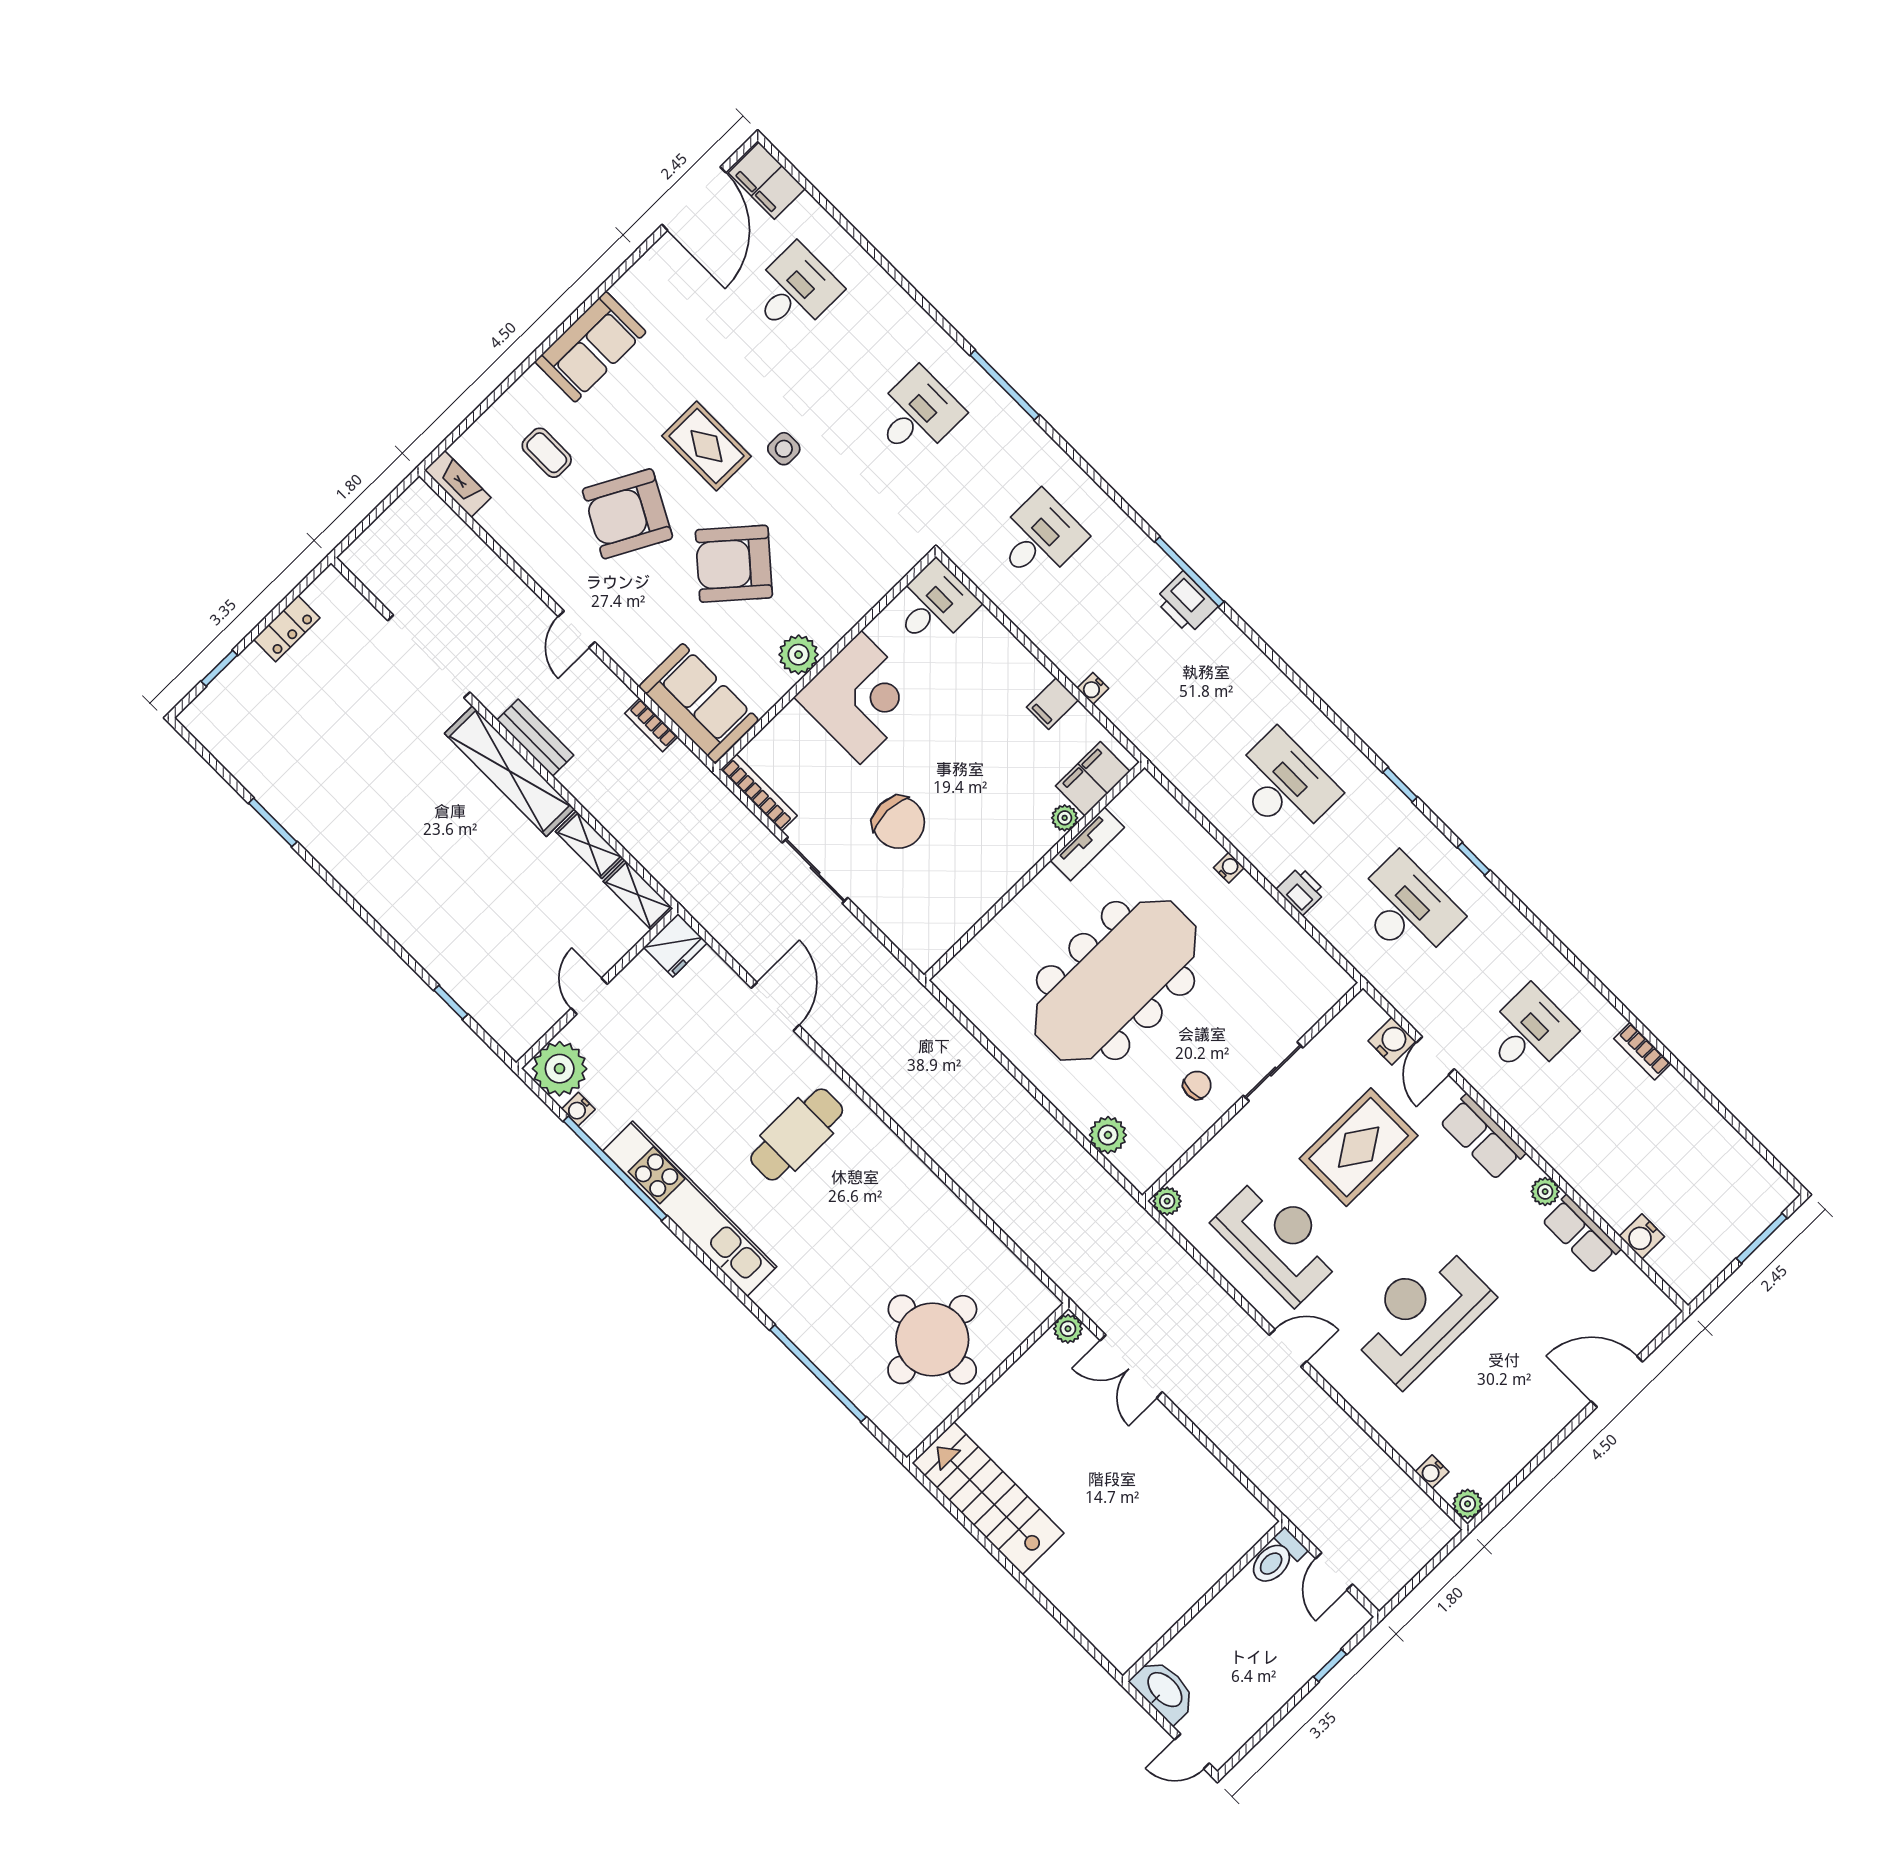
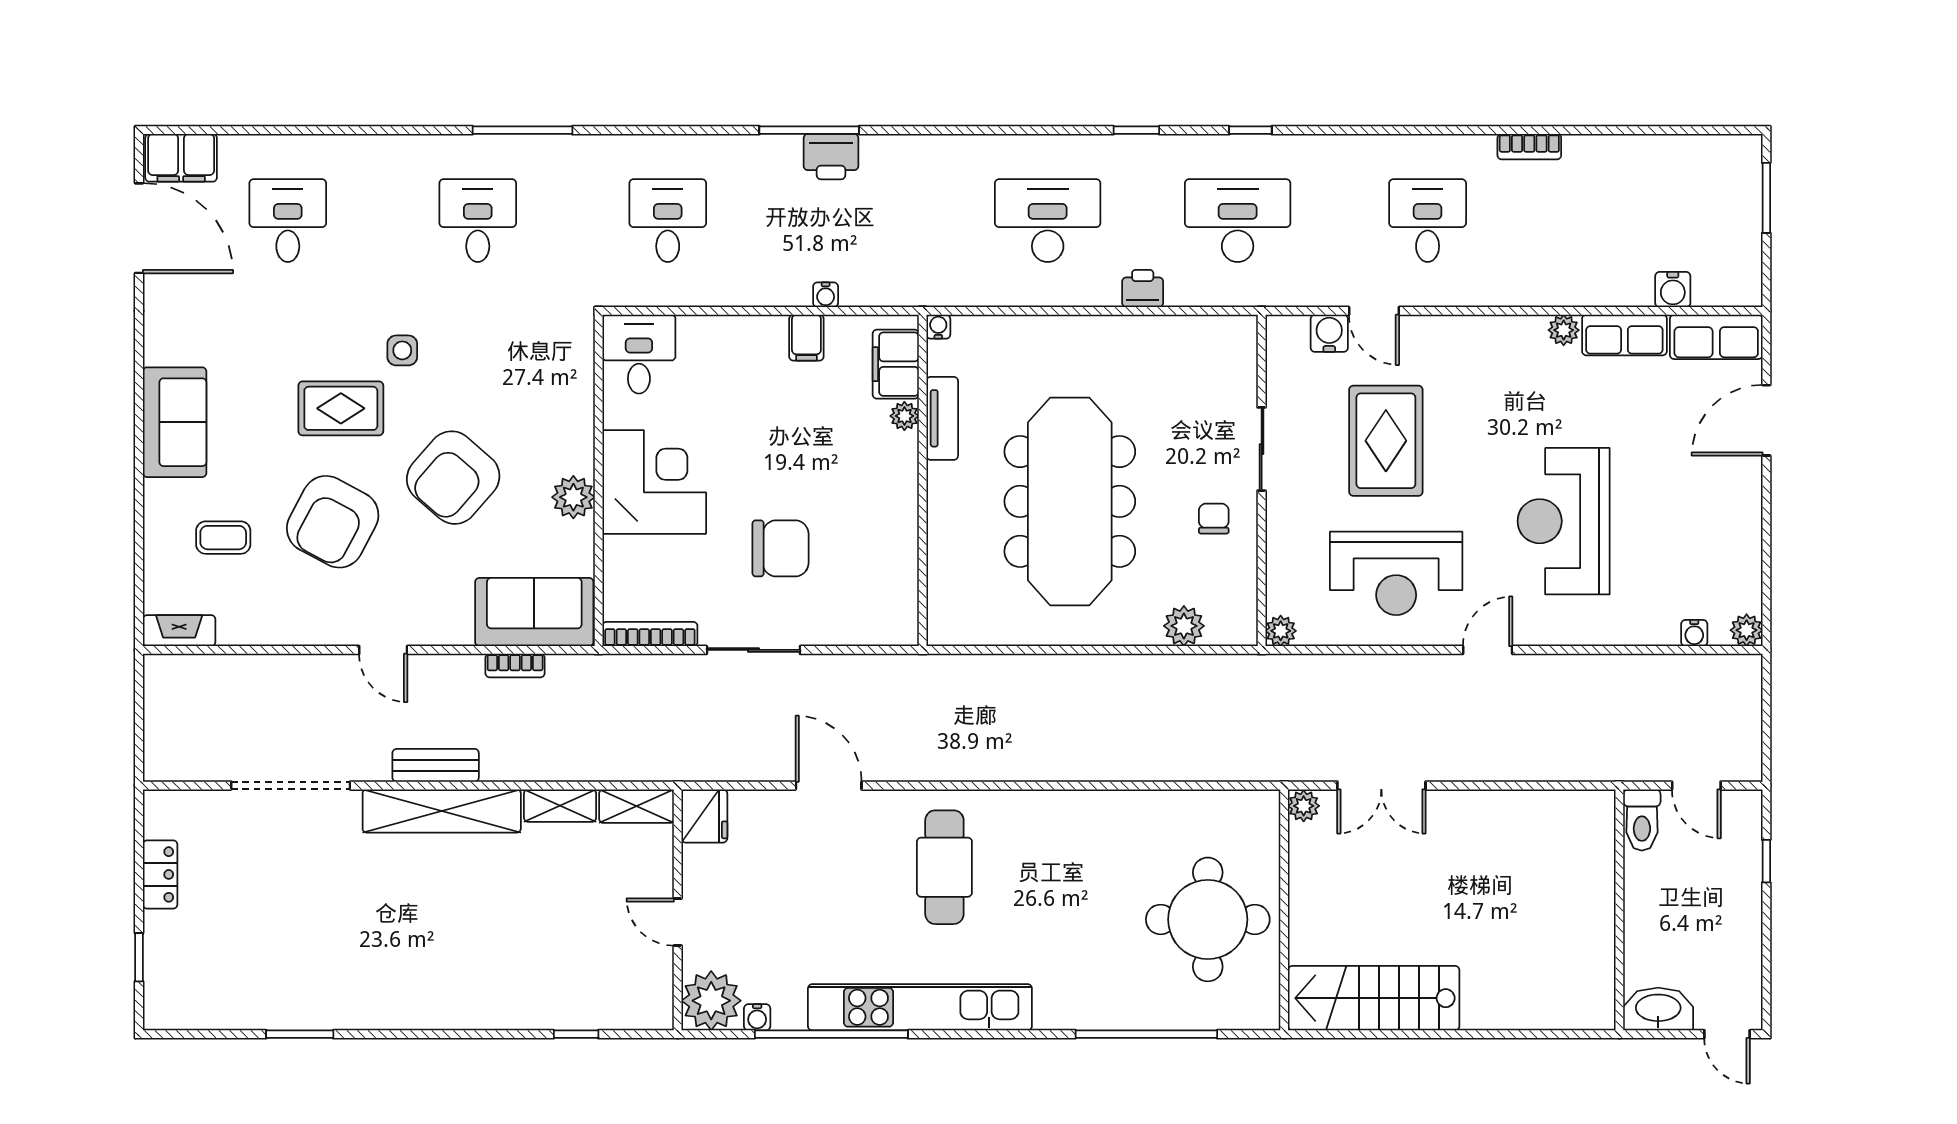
water cooler: (1229, 868) -> (938, 327), moved
row of seats: (1482, 1137) -> (1716, 337), moved
reception desk: (1279, 1239) -> (1396, 573), turned 180
door: (1192, 1751) -> (1727, 1034), hinge flipped

